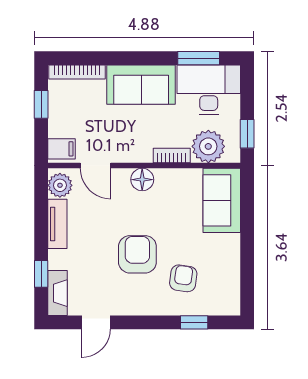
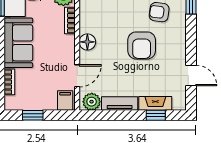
bookcase: (77, 72) -> (9, 82), width x0.64
armchair: (137, 254) -> (142, 45), turned -90
fireplace: (58, 293) -> (155, 103), moved

